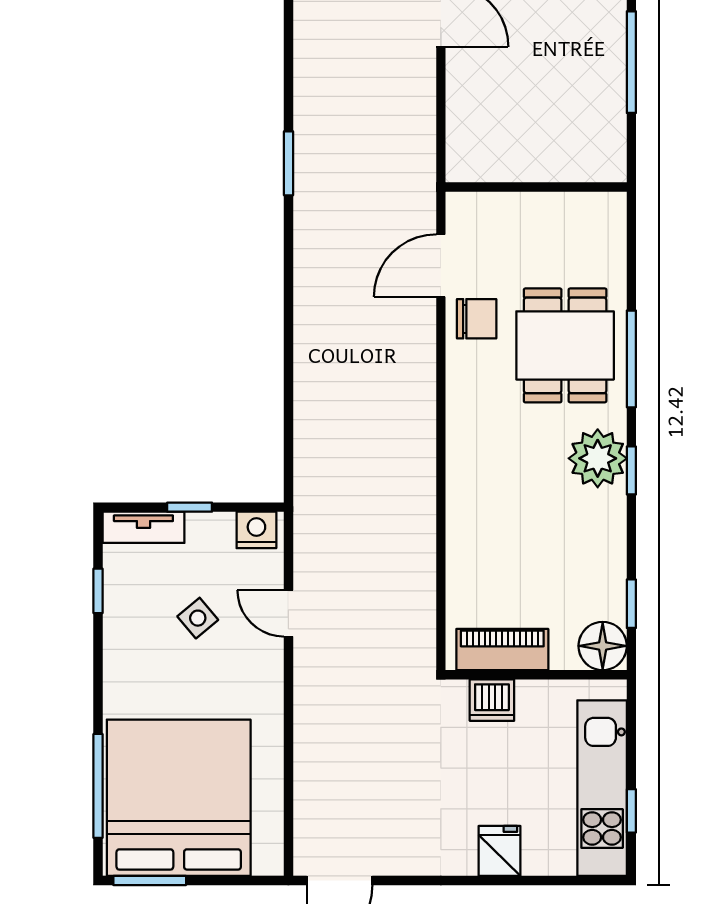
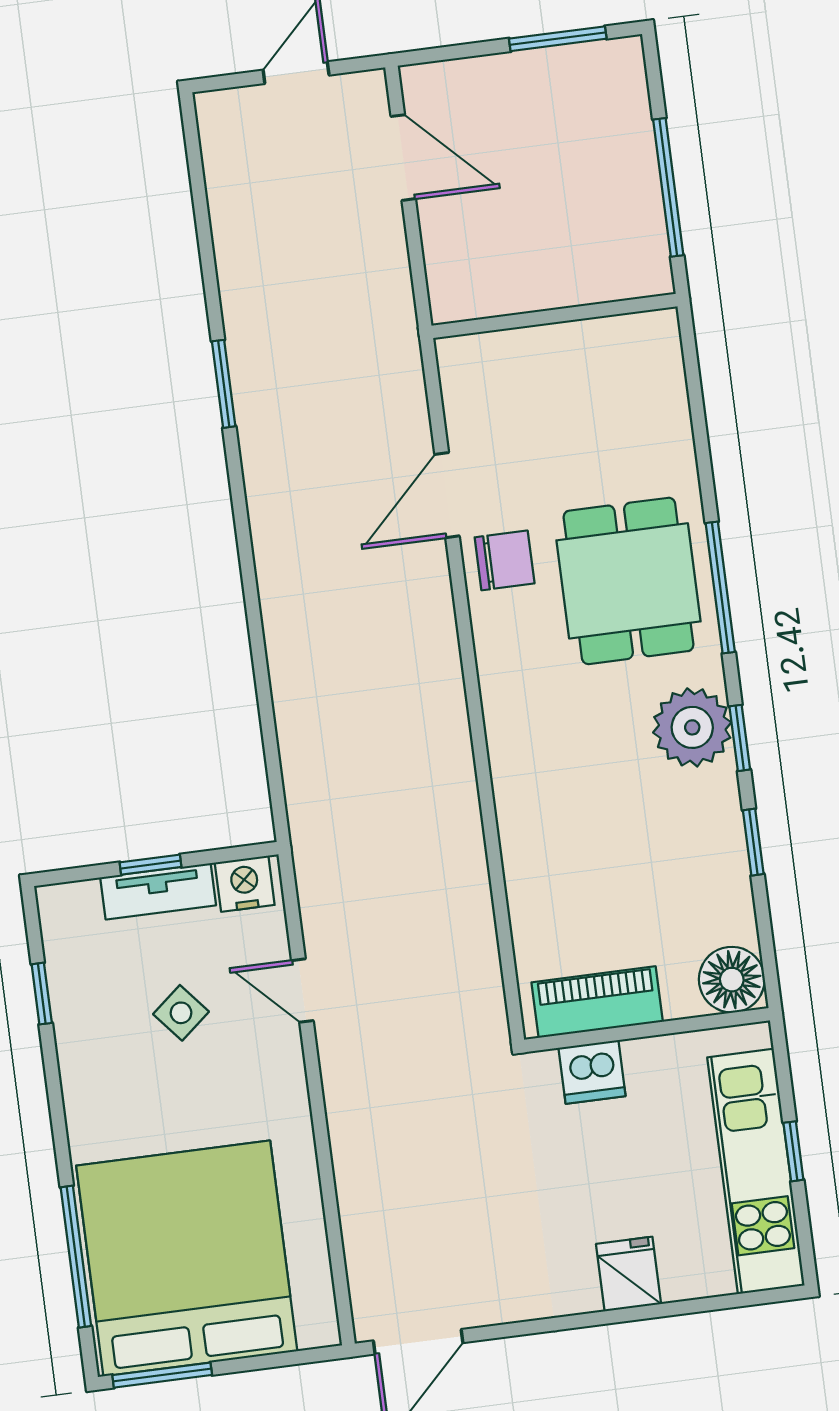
wall: (536, 187) -> (554, 316), moved
tv unit: (143, 527) -> (158, 891), moved
window: (631, 604) -> (753, 842), moved
window: (631, 811) -> (793, 1151), moved

